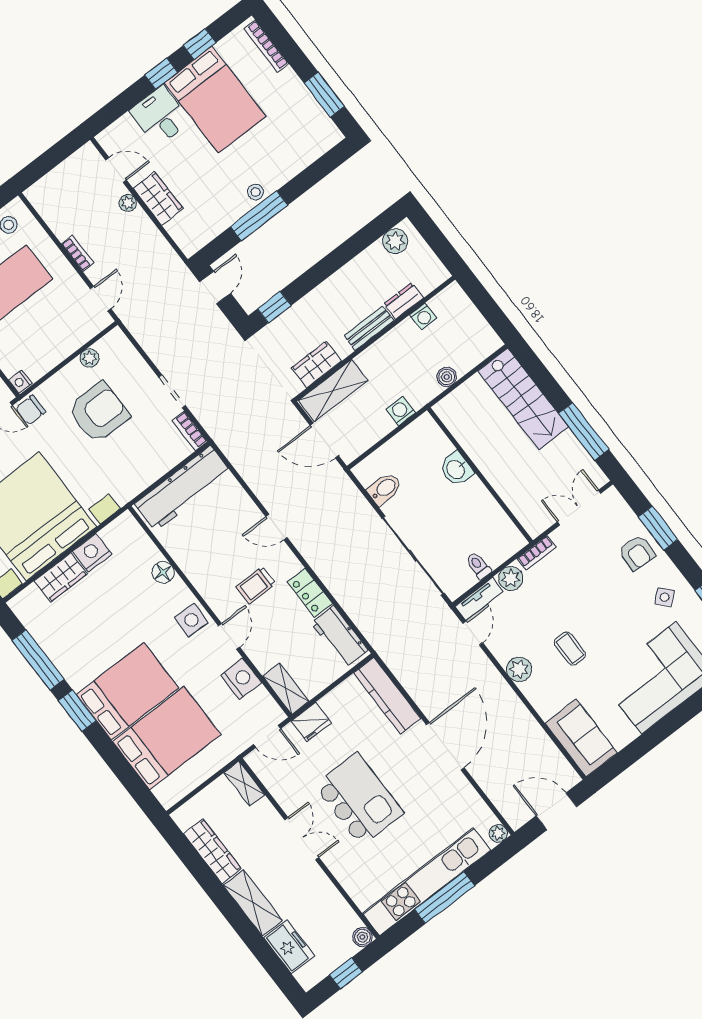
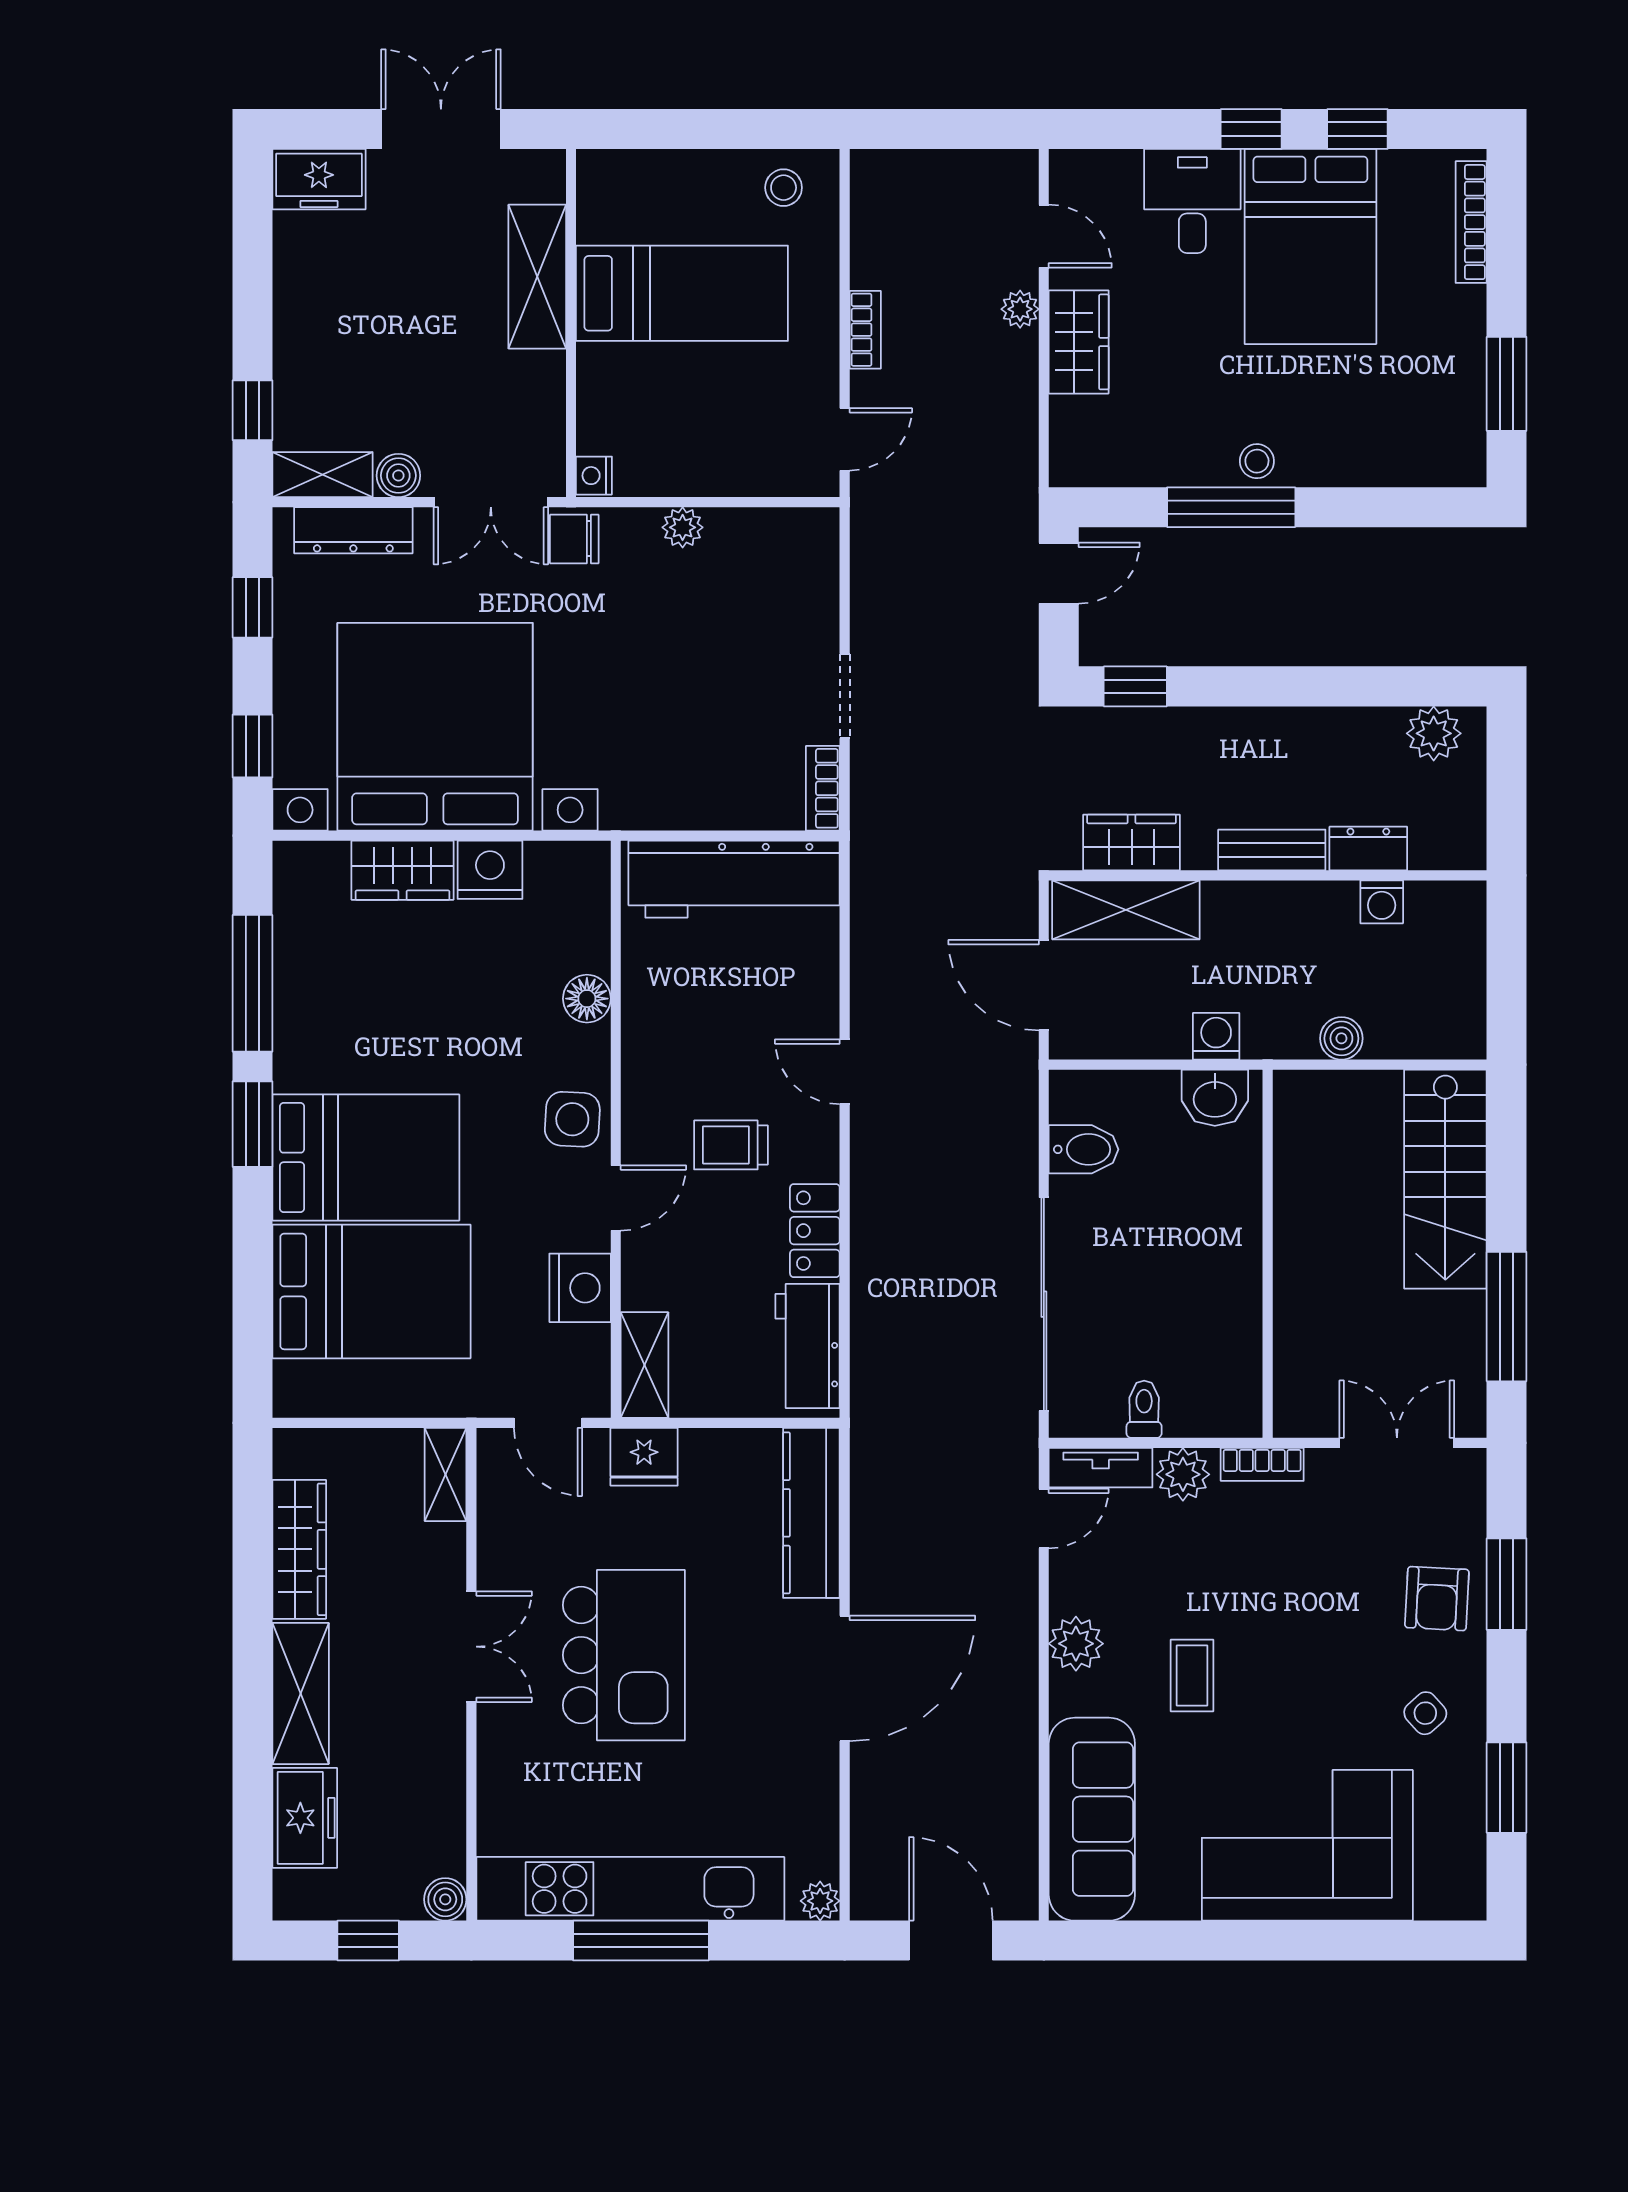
plant: (89, 358) -> (683, 527), moved
armchair: (99, 412) -> (689, 634), removed
washbasin: (456, 469) -> (1215, 1098), moved, turned -90
sofa: (581, 738) -> (1092, 1819), width x1.36

